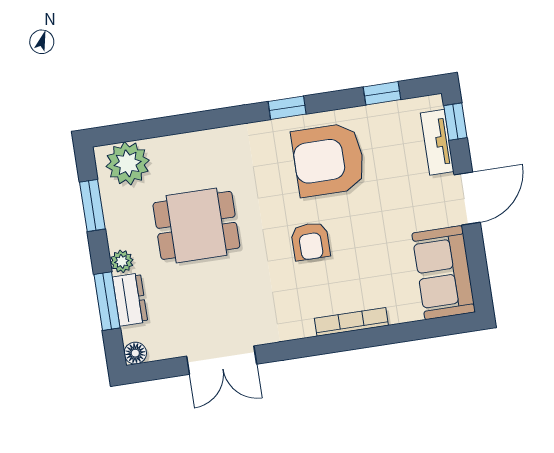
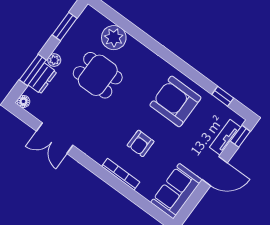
window: (287, 108) -> (180, 65), removed
plant: (128, 163) -> (114, 38), moved
armchair: (310, 241) -> (141, 143), moved

